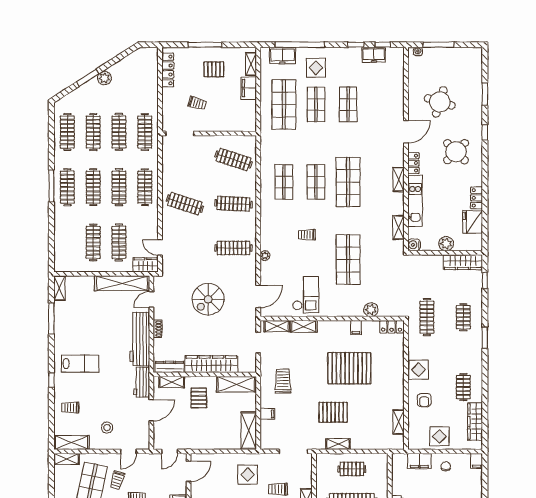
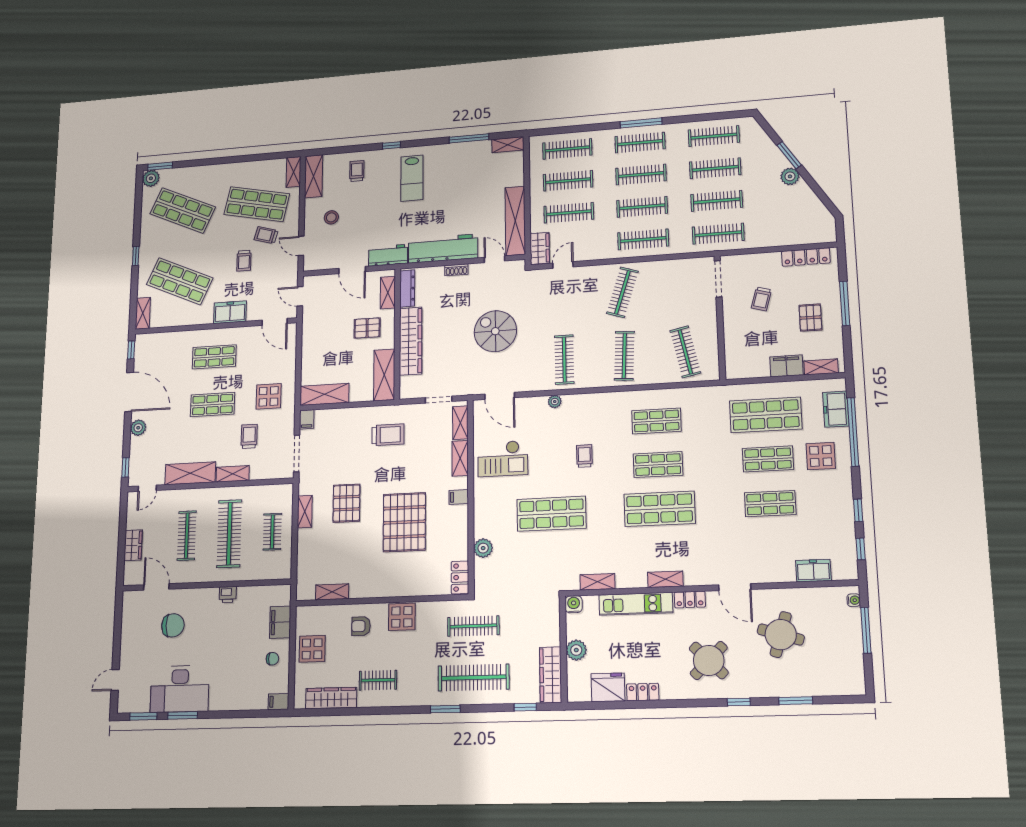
freezer: (374, 55) -> (813, 571), moved, turned 90
clothes rail: (233, 159) -> (685, 352), turned -30
clothes rail: (67, 242) -> (567, 149), added
clothes rail: (463, 317) -> (474, 678), width x1.86, depth x1.31
filing cabinet: (356, 328) -> (459, 497), moved
filing cabinet: (267, 414) -> (307, 419), moved

